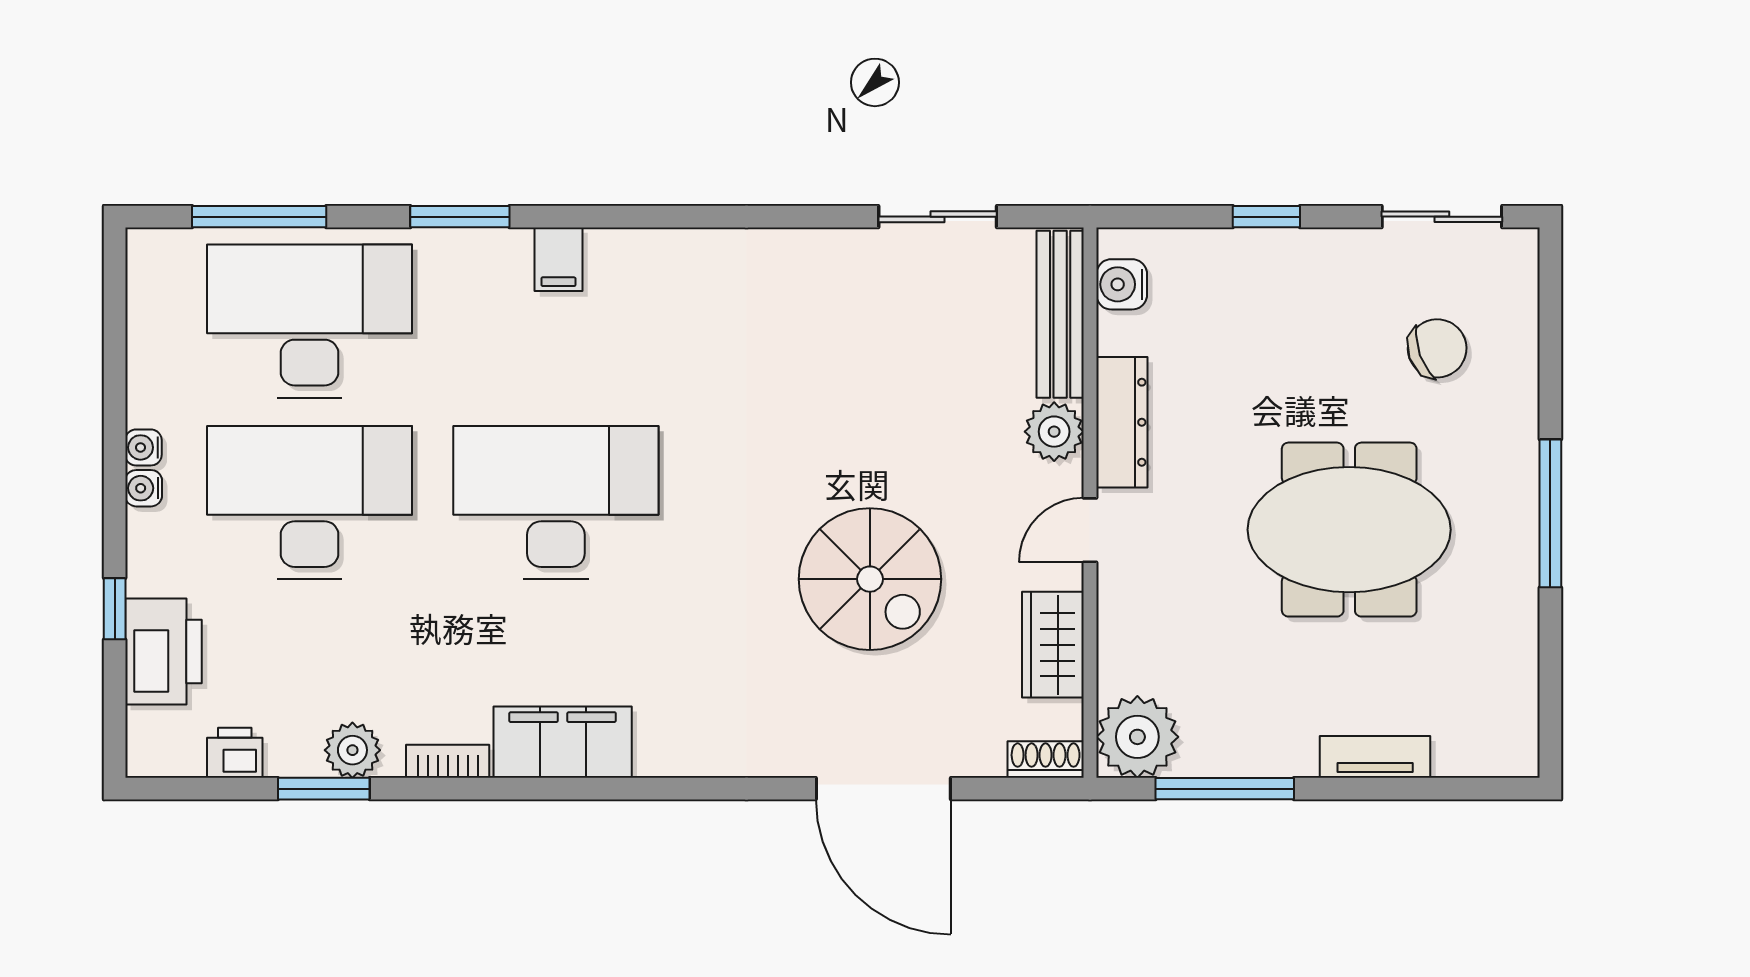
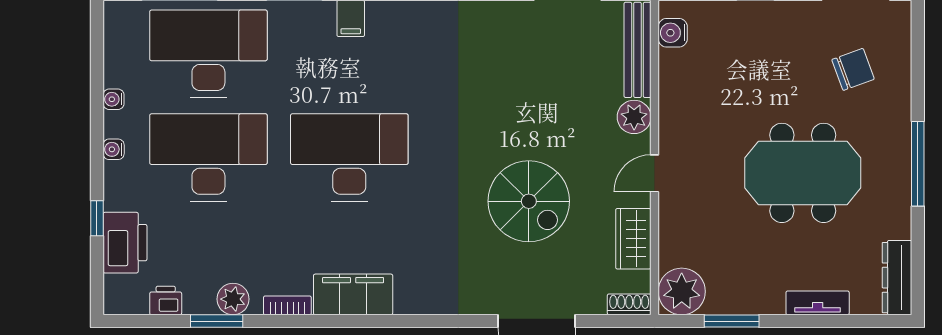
dresser: (1122, 422) -> (897, 278), moved, turned 180
water cooler: (143, 447) -> (113, 99), moved
window: (1225, 789) -> (732, 321), width x0.69

